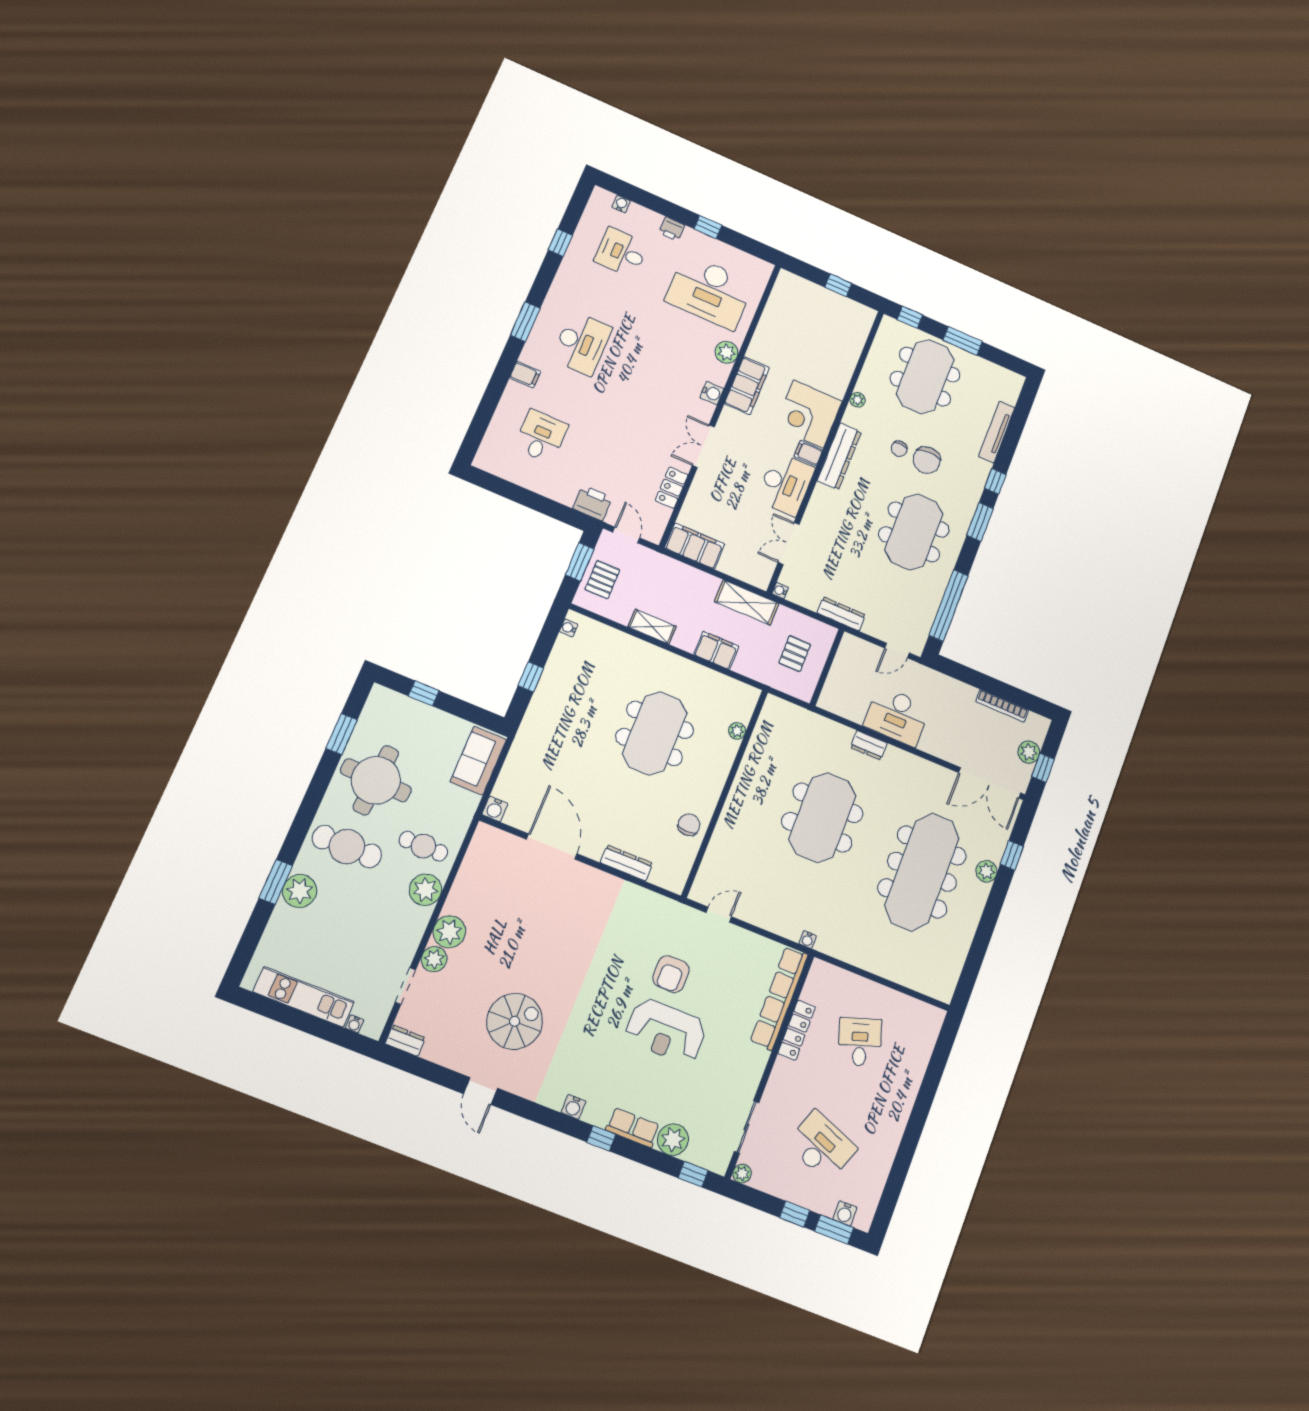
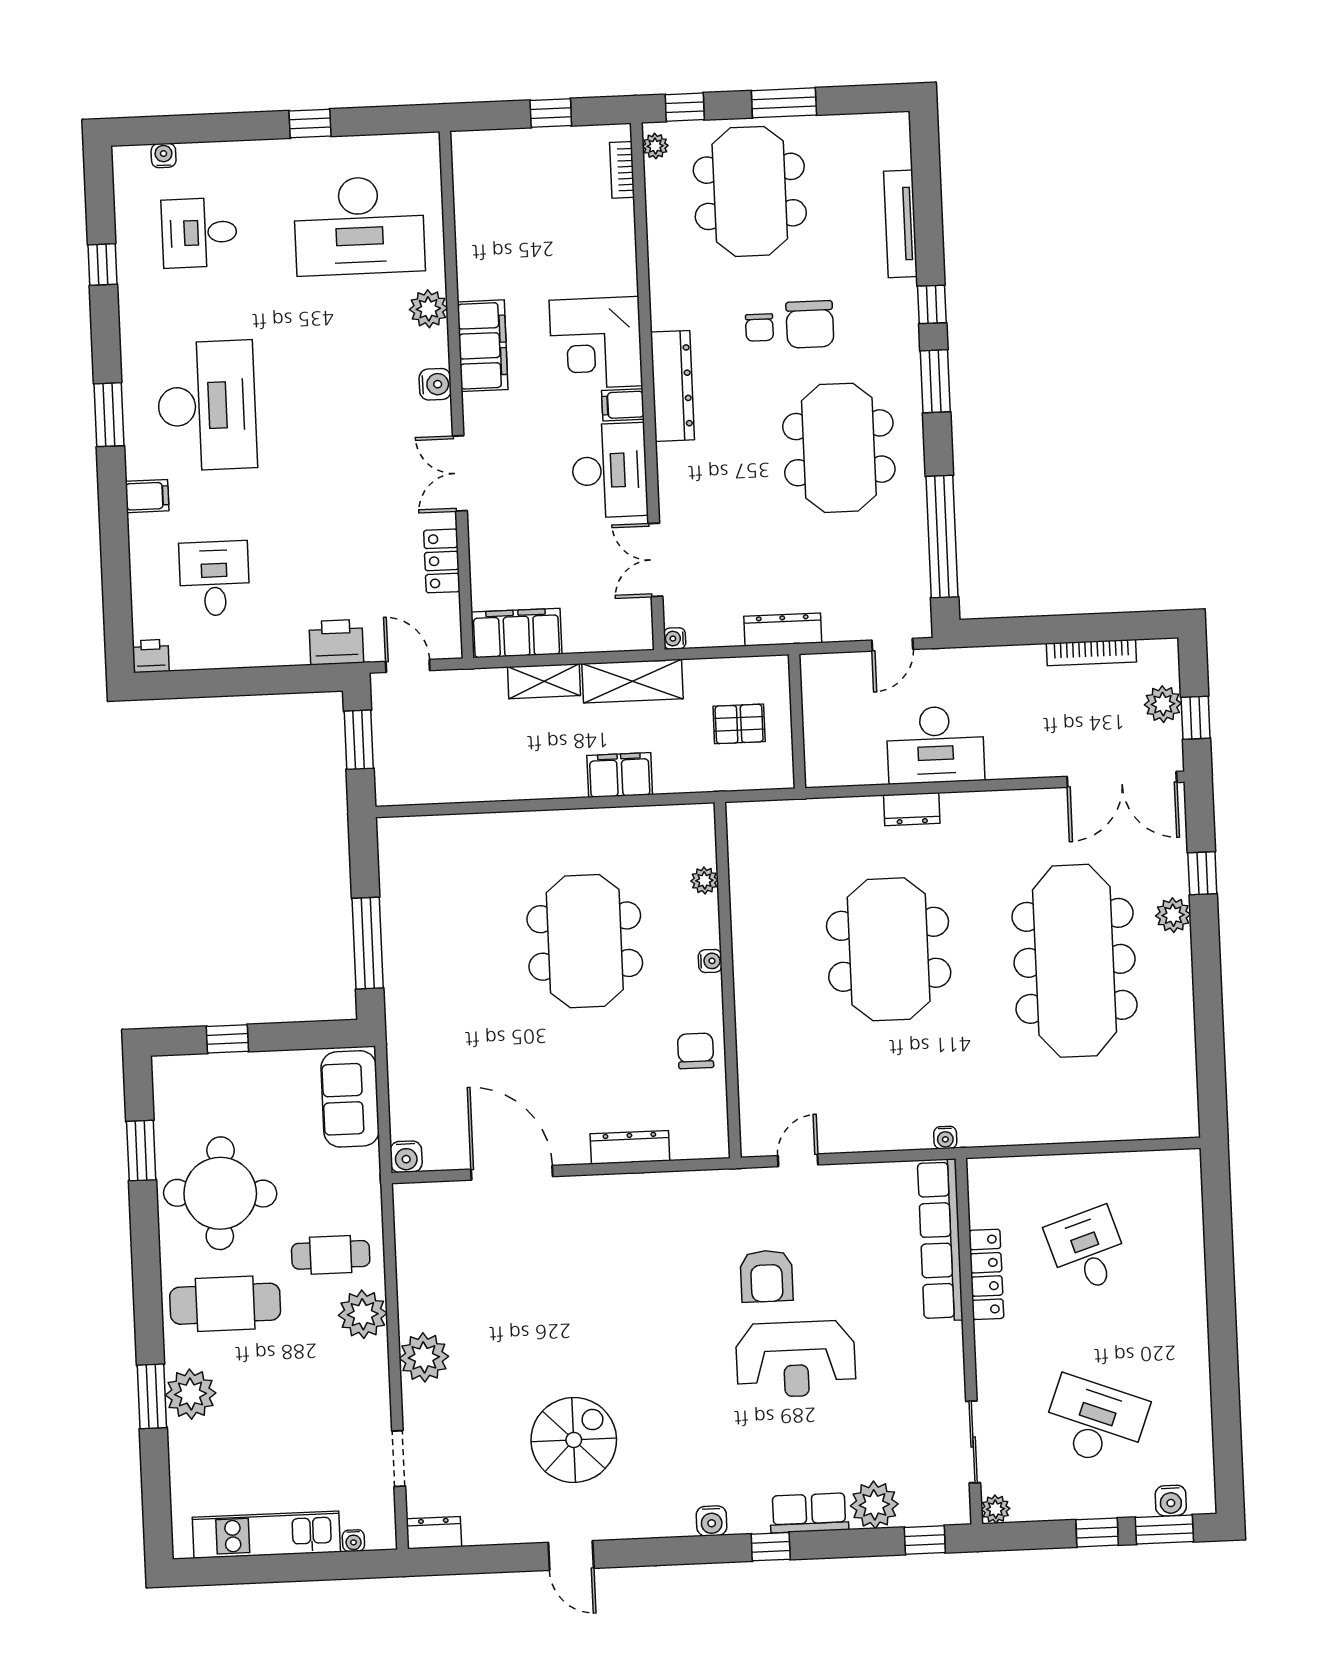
printer: (672, 229) -> (151, 656), moved, turned 180
bookcase: (863, 333) -> (622, 170), added
desk: (582, 343) -> (207, 406), width x1.36, depth x1.30
plant: (858, 400) -> (655, 146), moved
pallet: (602, 580) -> (404, 750), removed
shelving: (652, 627) -> (544, 681), moved
water cooler: (569, 628) -> (710, 961), moved, turned 180
pallet: (795, 654) -> (739, 724), turned 90
window: (531, 677) -> (368, 943), width x2.17
plant: (434, 959) -> (421, 1404), removed

